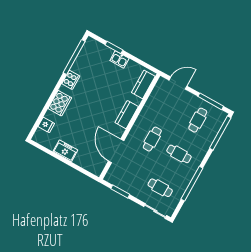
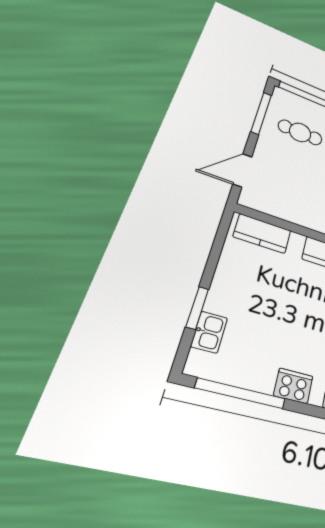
kitchen sink: (119, 59) -> (209, 332), moved
door: (178, 83) -> (242, 170), hinge flipped

